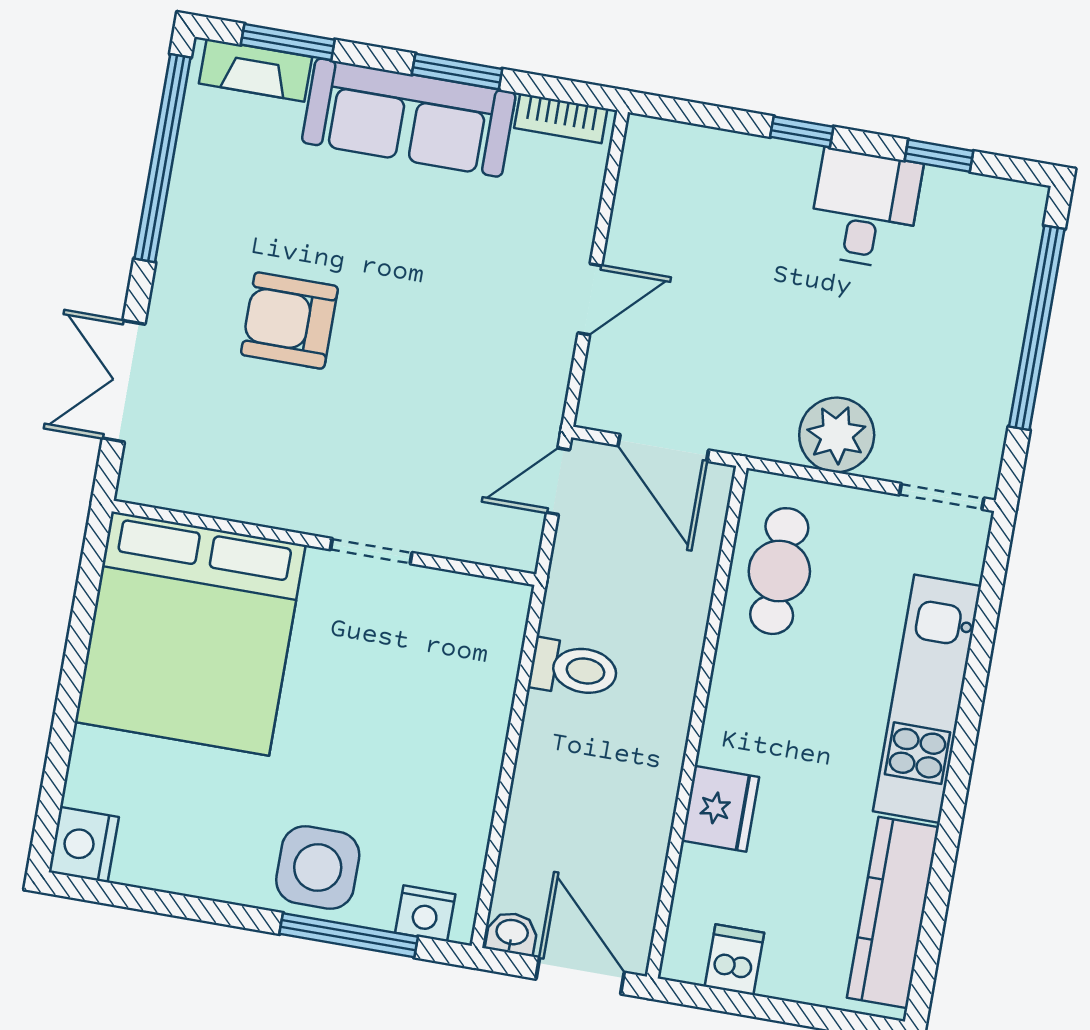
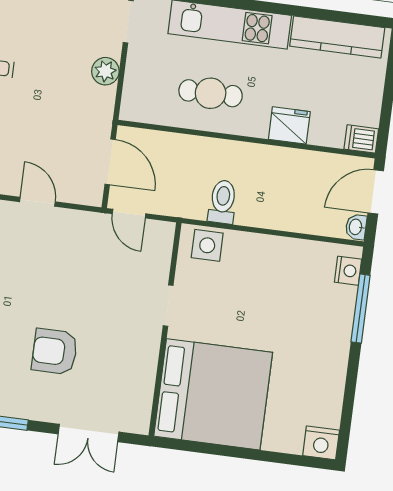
armchair: (289, 321) -> (55, 352), turned 90
plant: (837, 435) -> (105, 71), width x0.73, depth x0.73
door: (663, 448) -> (110, 162), hinge flipped
cafe table: (779, 571) -> (211, 93), moved
side table: (318, 868) -> (207, 245), moved, width x0.73, depth x0.73
dishwasher: (734, 960) -> (361, 139), moved

